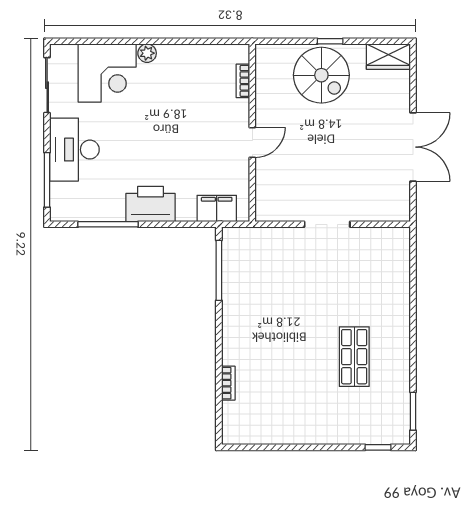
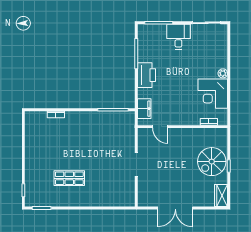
corner desk: (107, 73) -> (213, 94), moved
door: (252, 142) -> (160, 127), moved
desk: (74, 150) -> (178, 37), width x0.73

